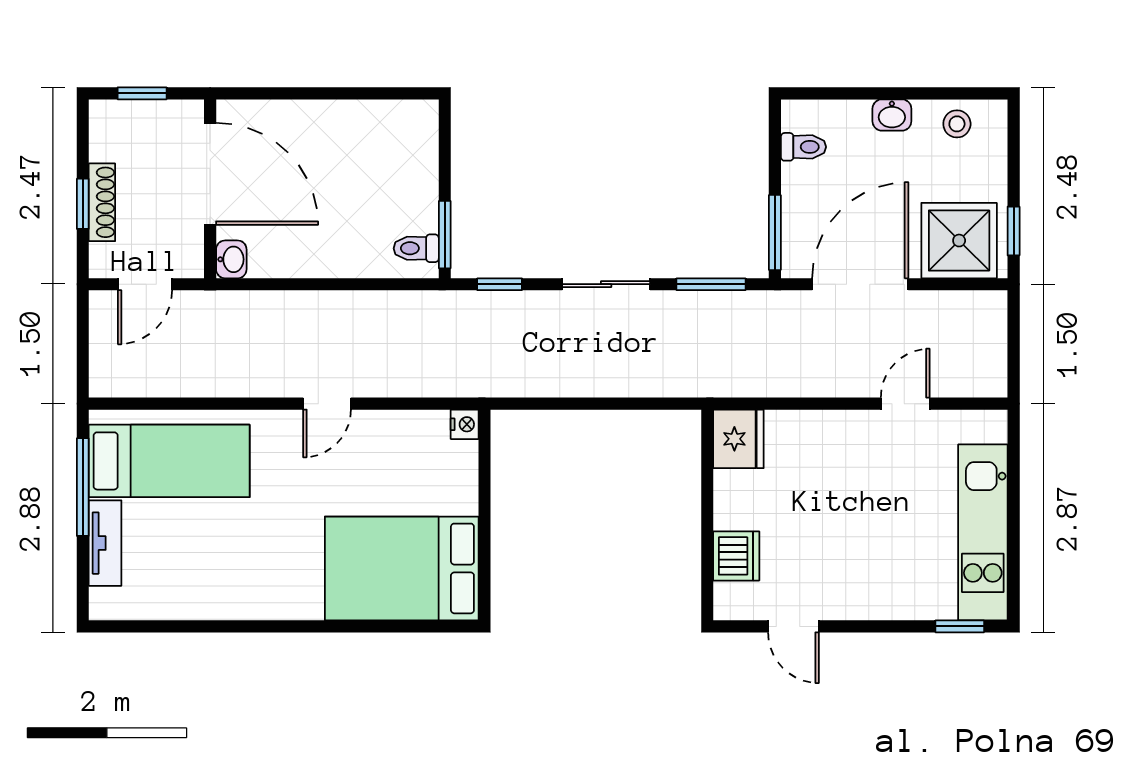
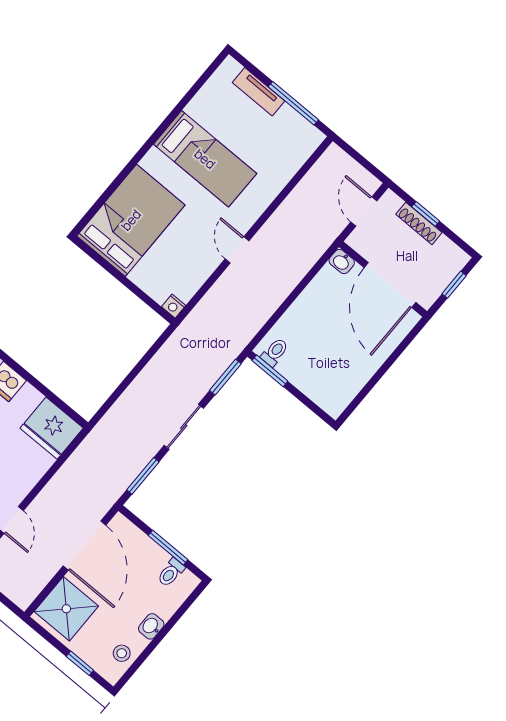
door: (210, 174) -> (390, 285), hinge flipped
window: (1014, 231) -> (80, 663), moved
window: (775, 233) -> (168, 548), moved
window: (500, 284) -> (225, 377), width x1.50
fridge: (738, 439) -> (52, 428), width x1.36, depth x1.34
bed: (169, 461) -> (205, 159), moved, turned -90

